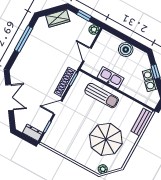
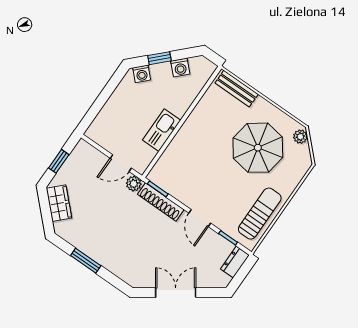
plant: (94, 30) -> (134, 184), moved
window: (24, 39) -> (86, 261), width x0.69
boiler: (126, 50) -> (120, 101), removed
washing machine: (148, 75) -> (142, 74), moved
sun lounger: (102, 96) -> (260, 214), moved
plant: (103, 169) -> (300, 137), moved

